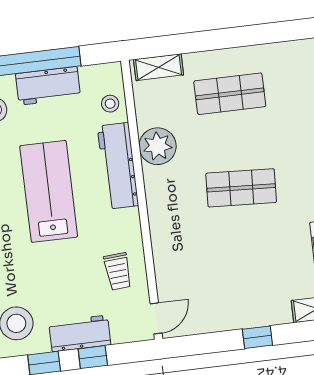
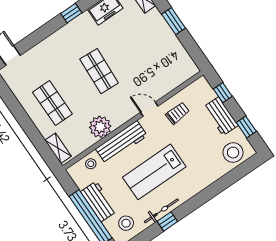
door: (156, 318) -> (149, 109), moved
window: (257, 337) -> (174, 21), width x1.50
window: (93, 357) -> (223, 93), moved

